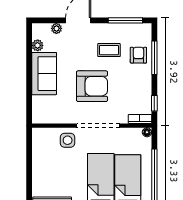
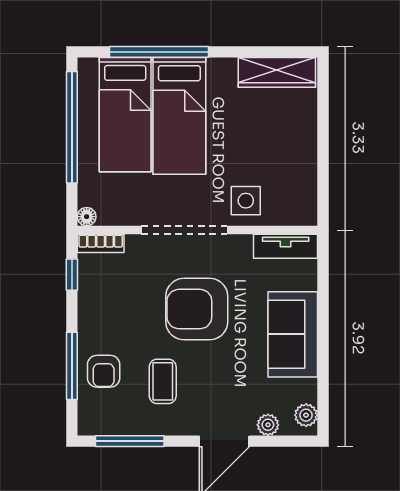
plant: (38, 45) -> (306, 415), moved
coffee table: (109, 50) -> (163, 381), turned 90
tv unit: (48, 117) -> (286, 246), added

